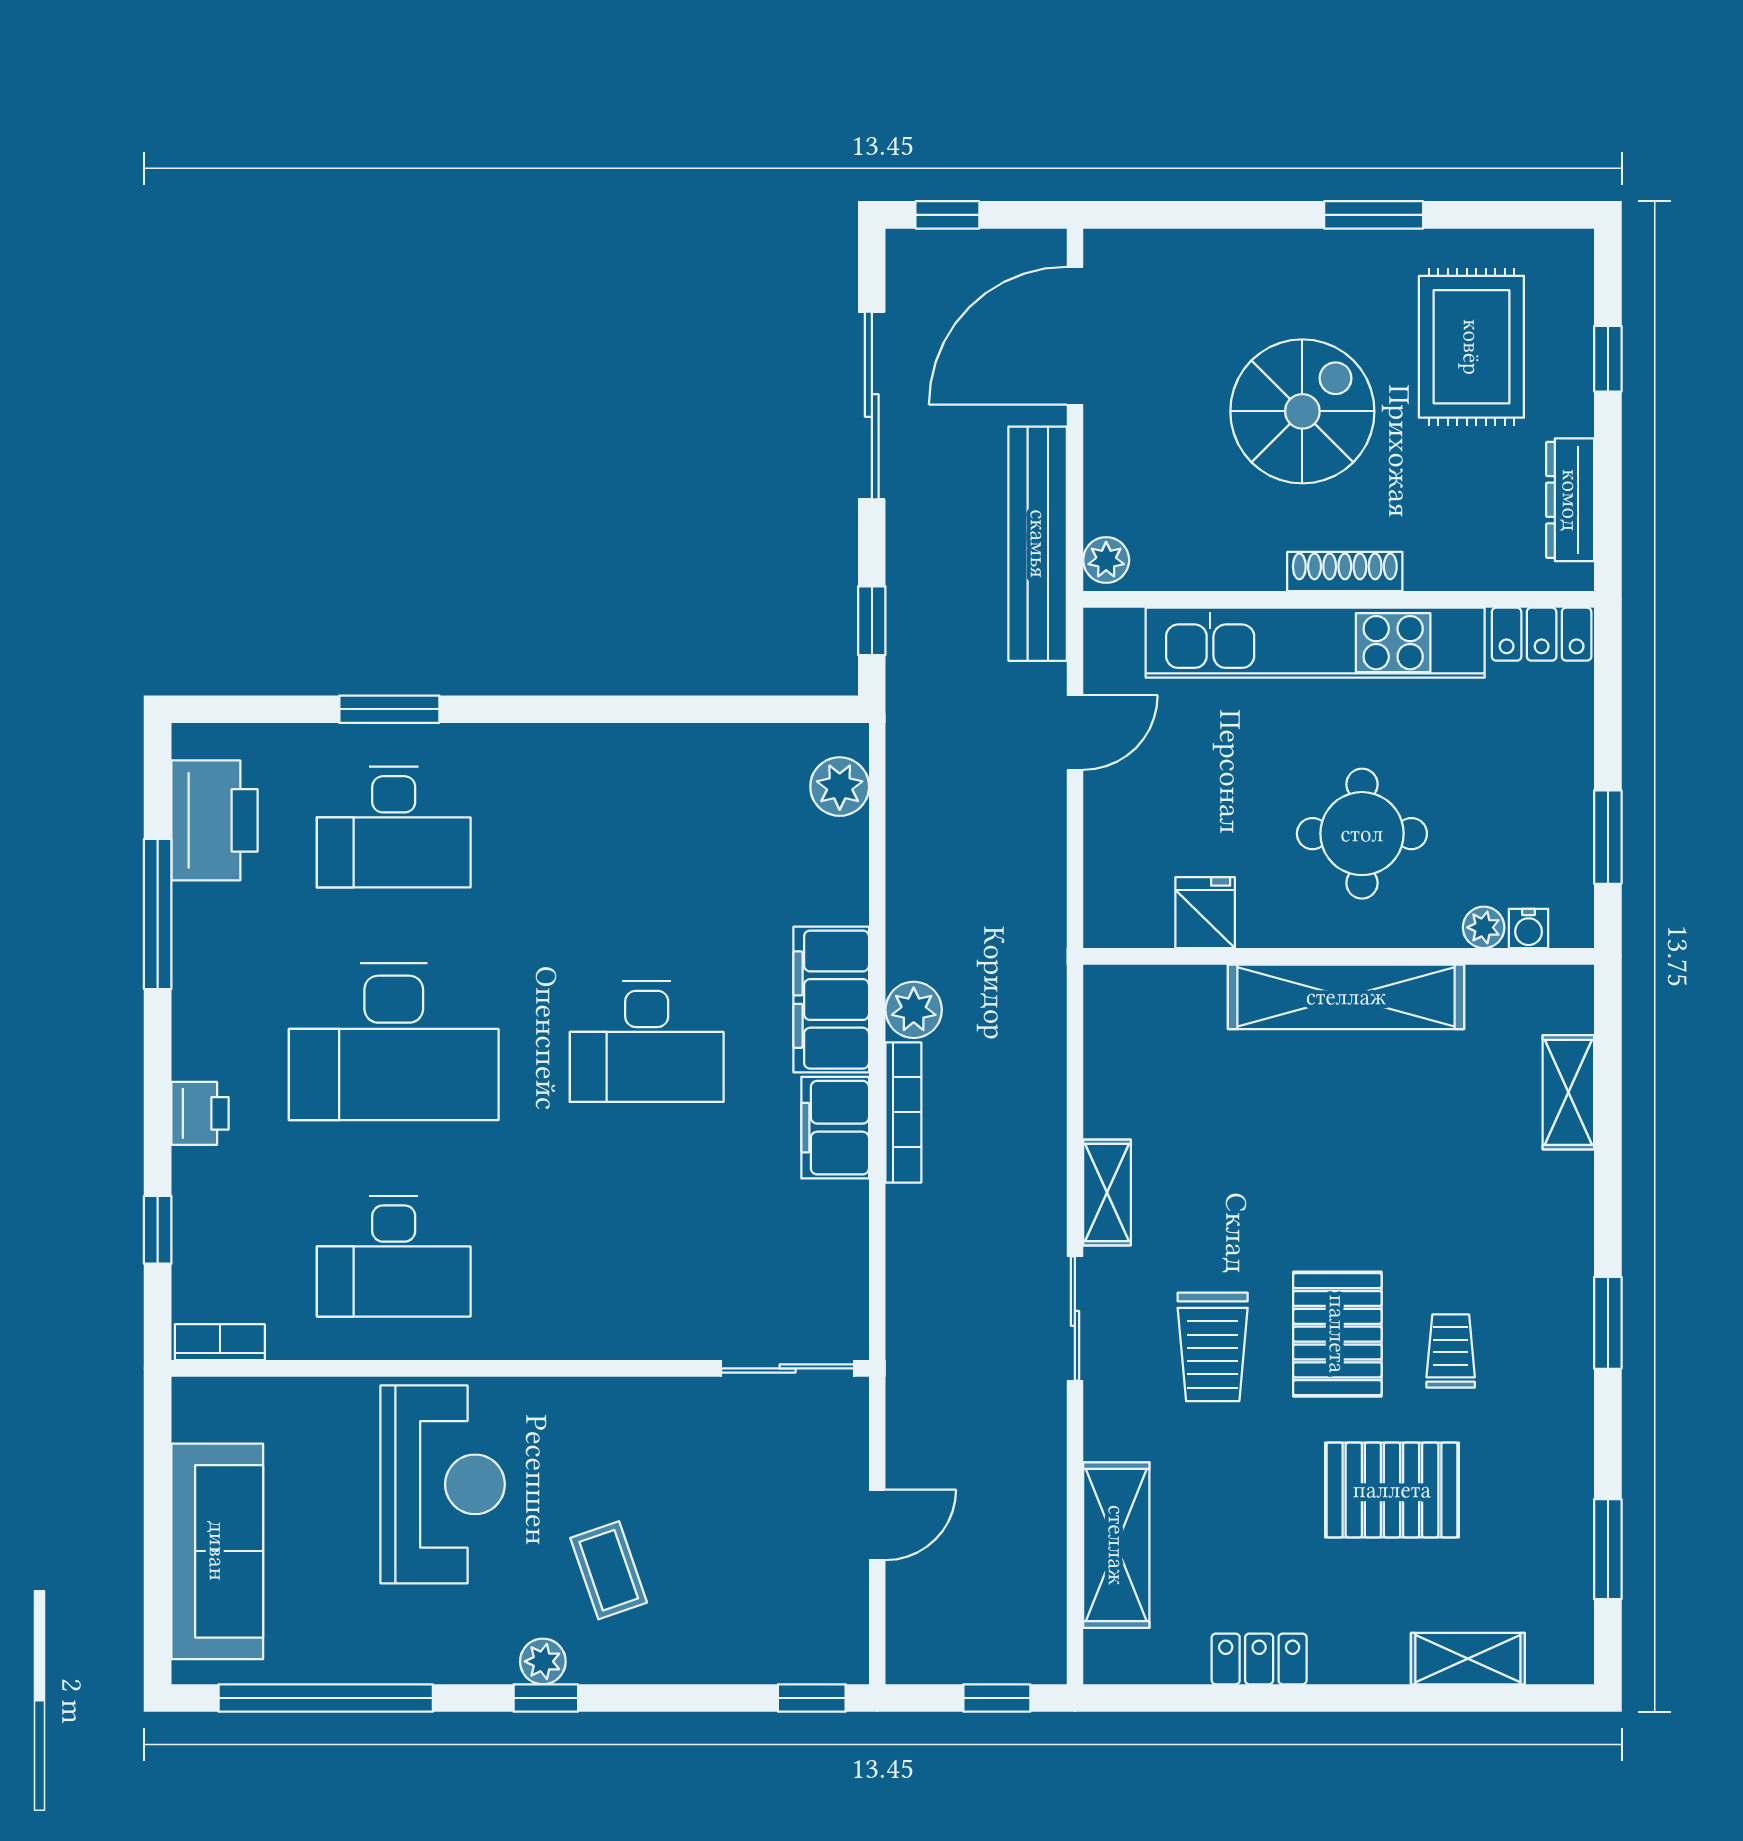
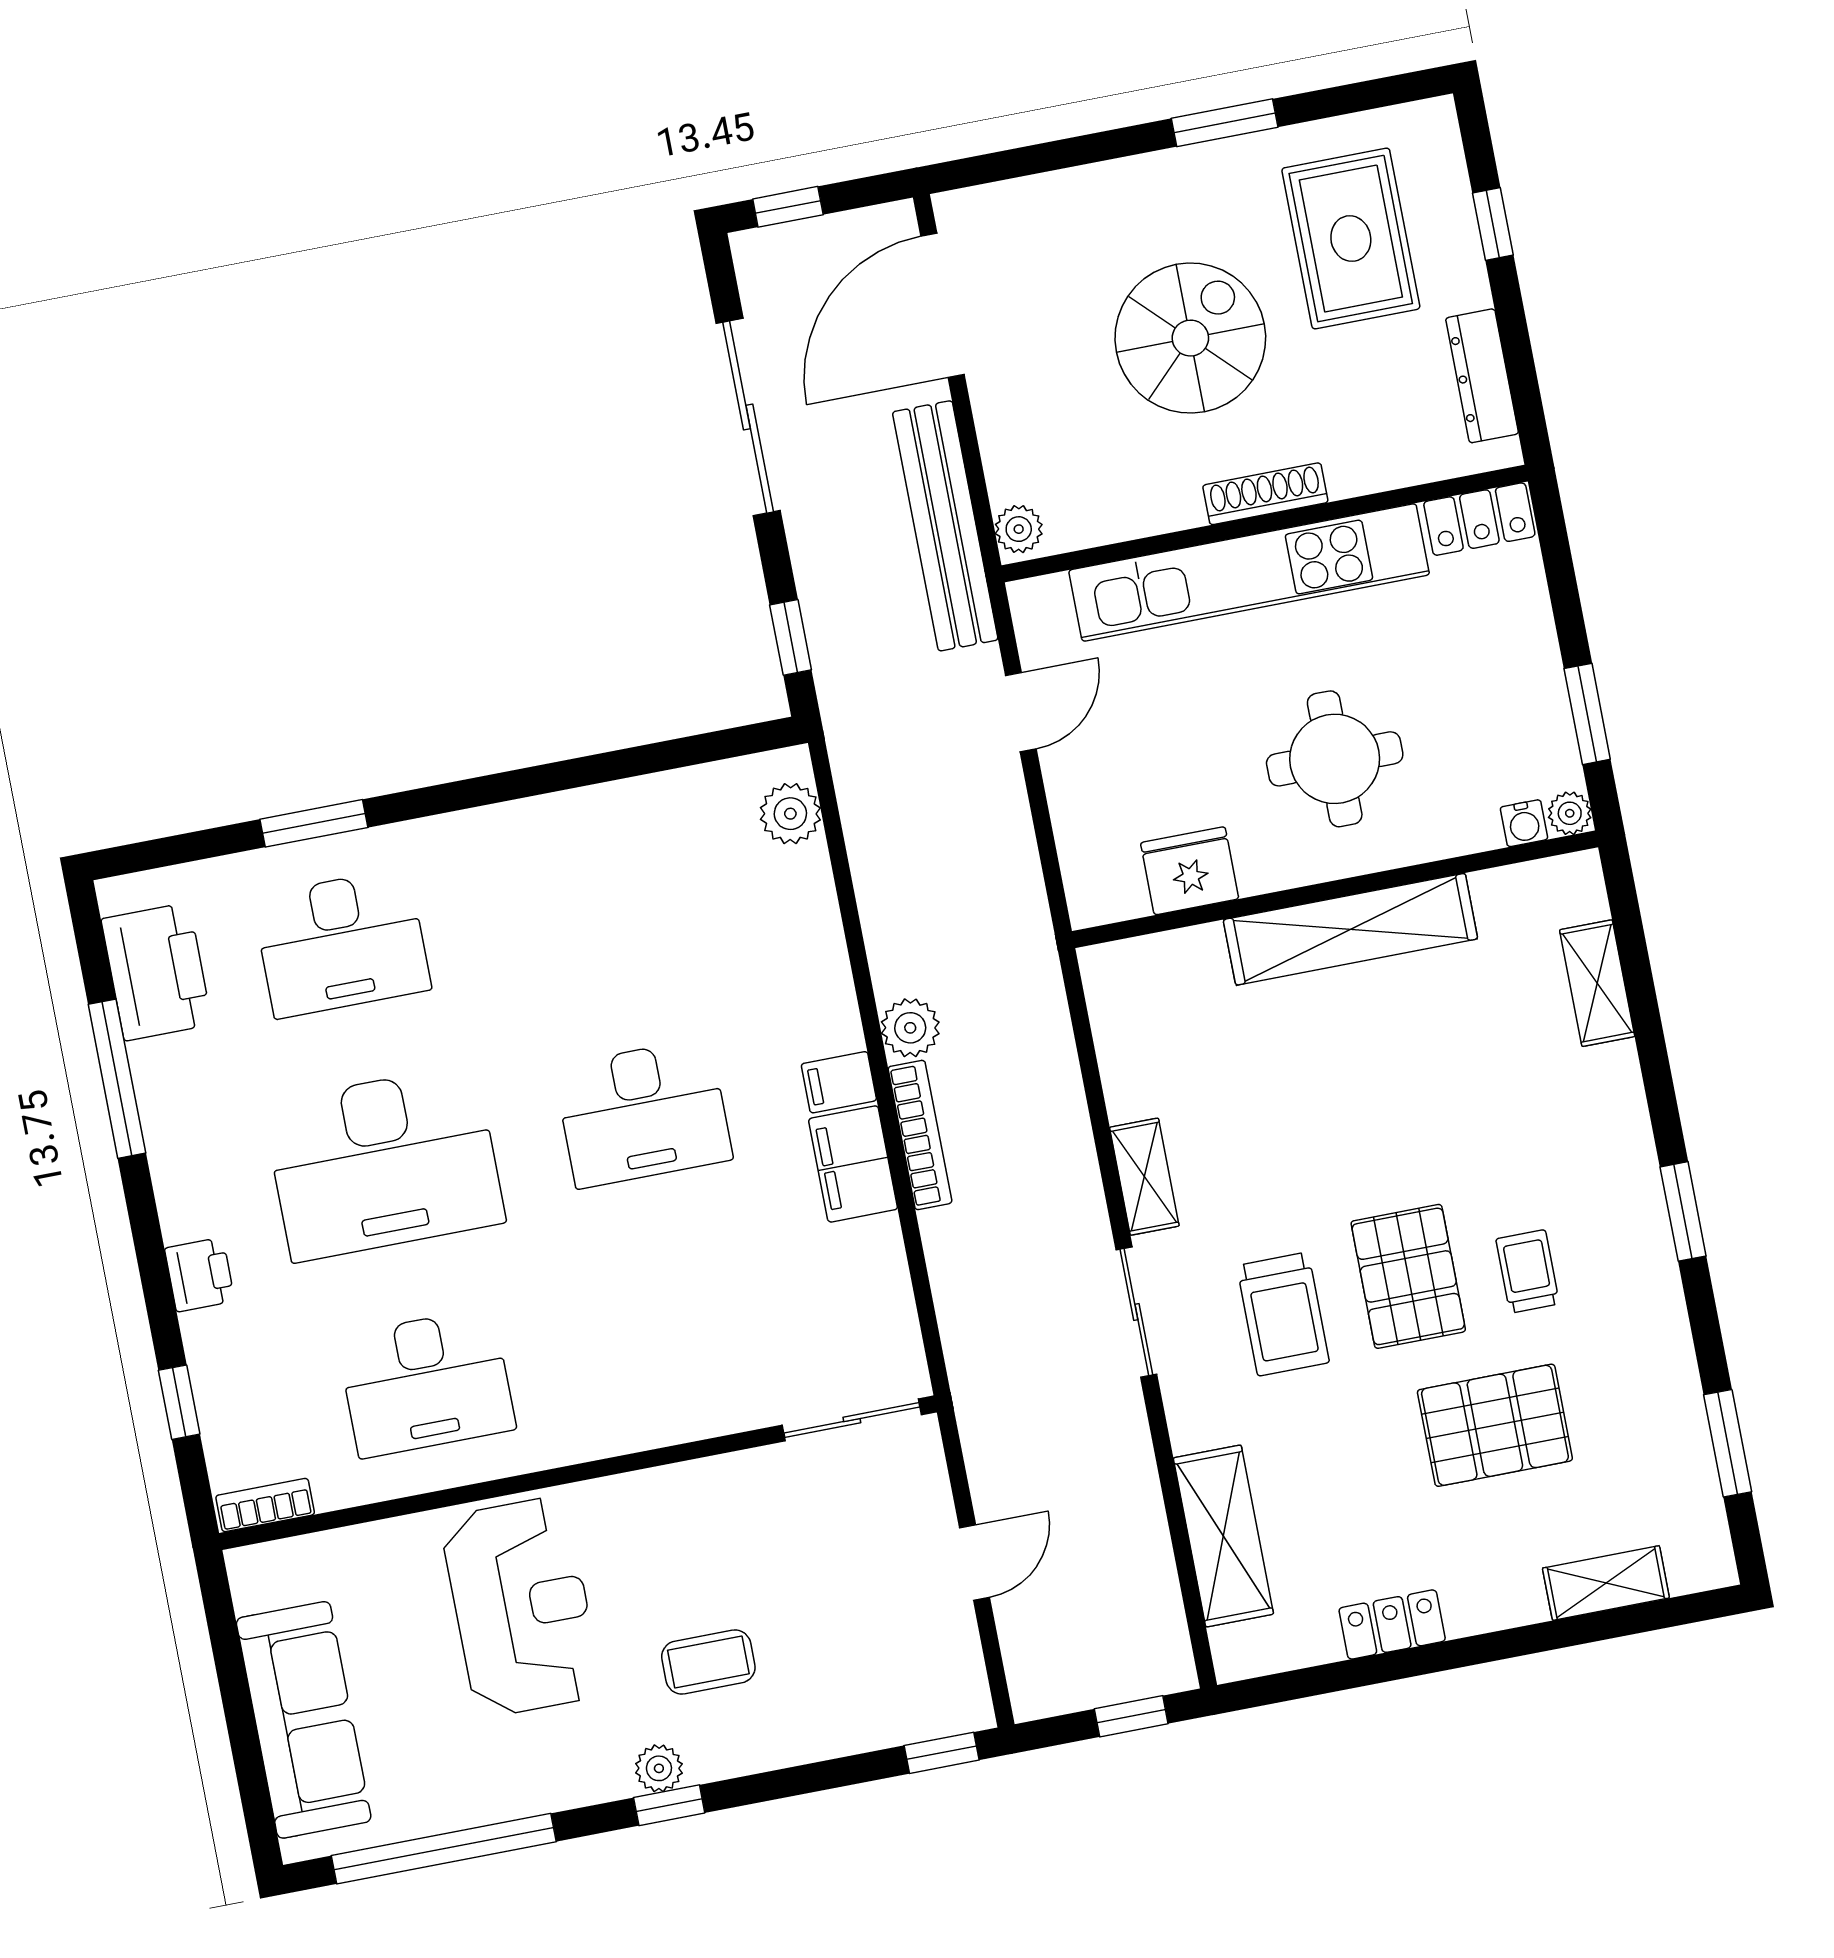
fridge: (1205, 913) -> (1190, 871), width x1.38
plant: (1484, 927) -> (1570, 813), moved
filing cabinet: (831, 1000) -> (839, 1082), width x0.33, depth x0.86
coffee table: (609, 1570) -> (708, 1662), turned -71

